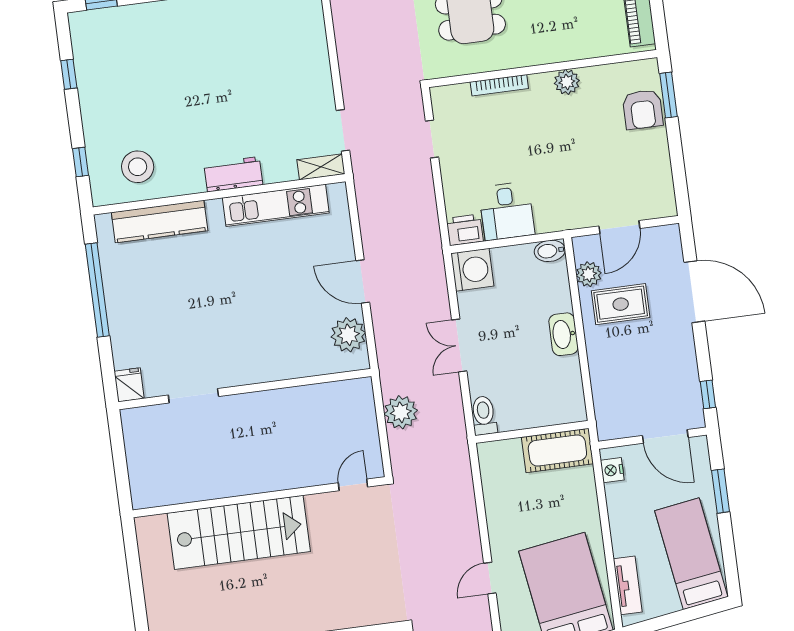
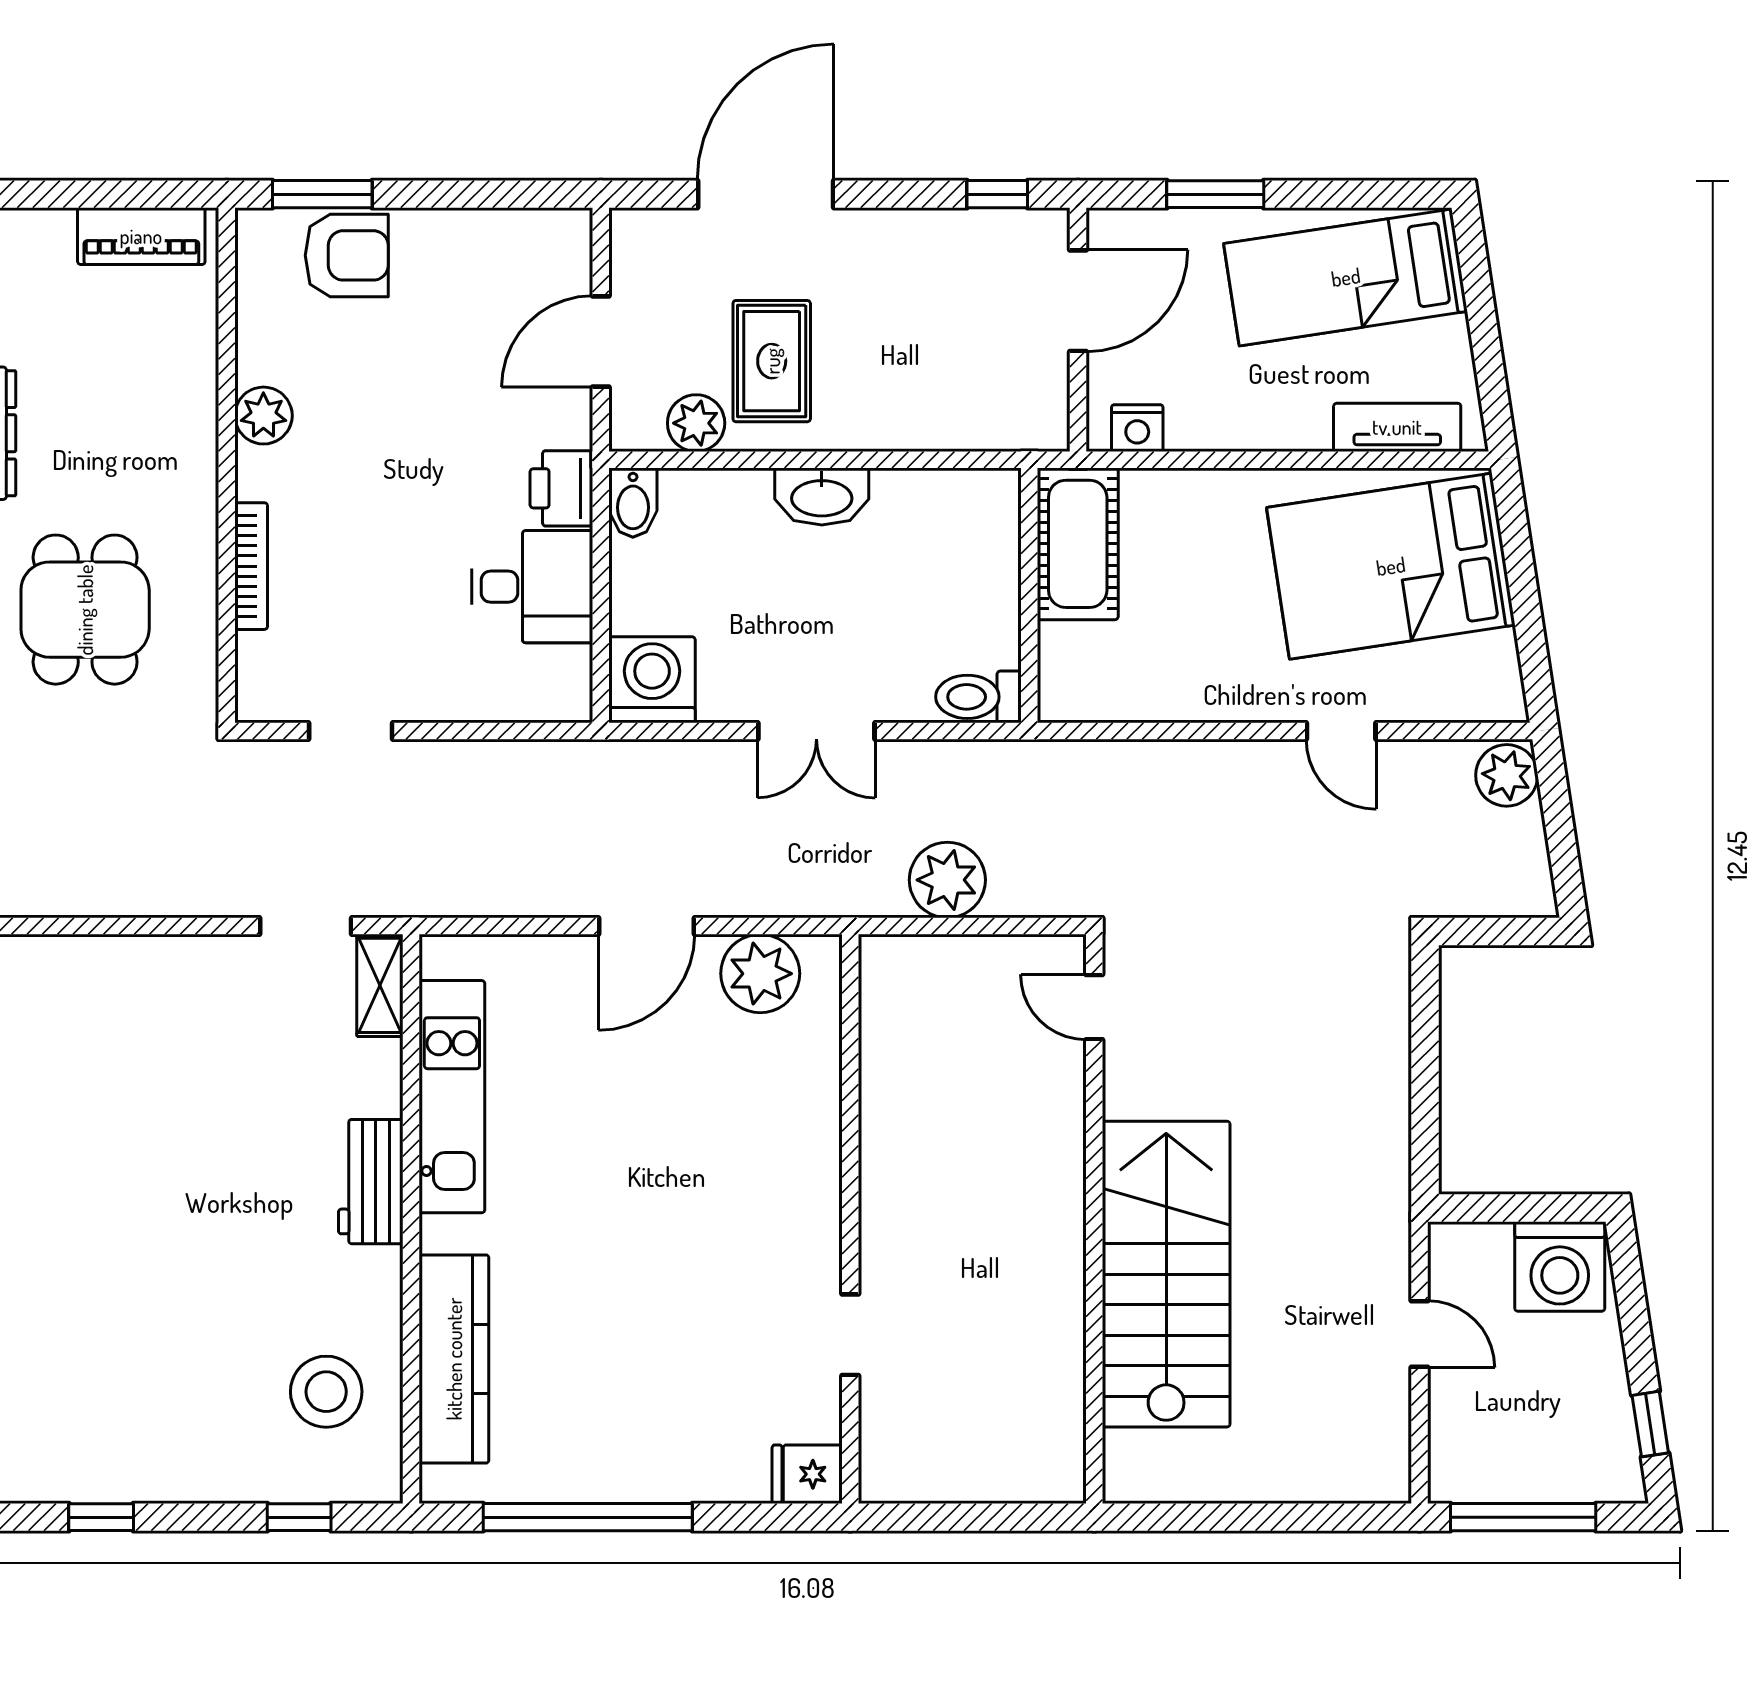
door: (619, 227) -> (601, 341), swing flipped
printer: (465, 230) -> (561, 488), moved
doorway: (193, 396) -> (850, 1335), width x0.73

